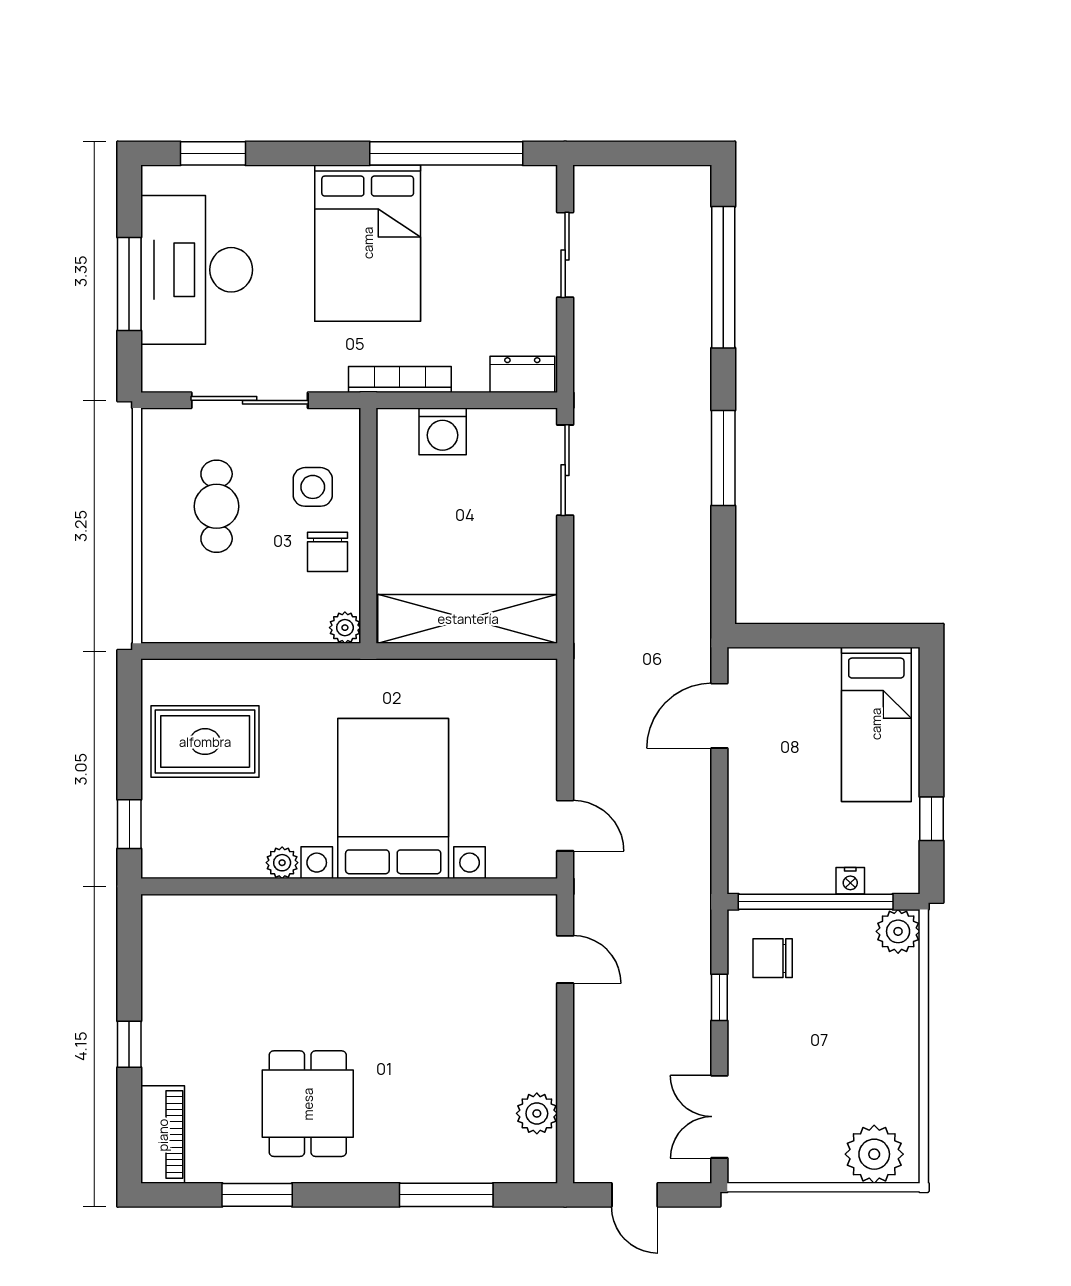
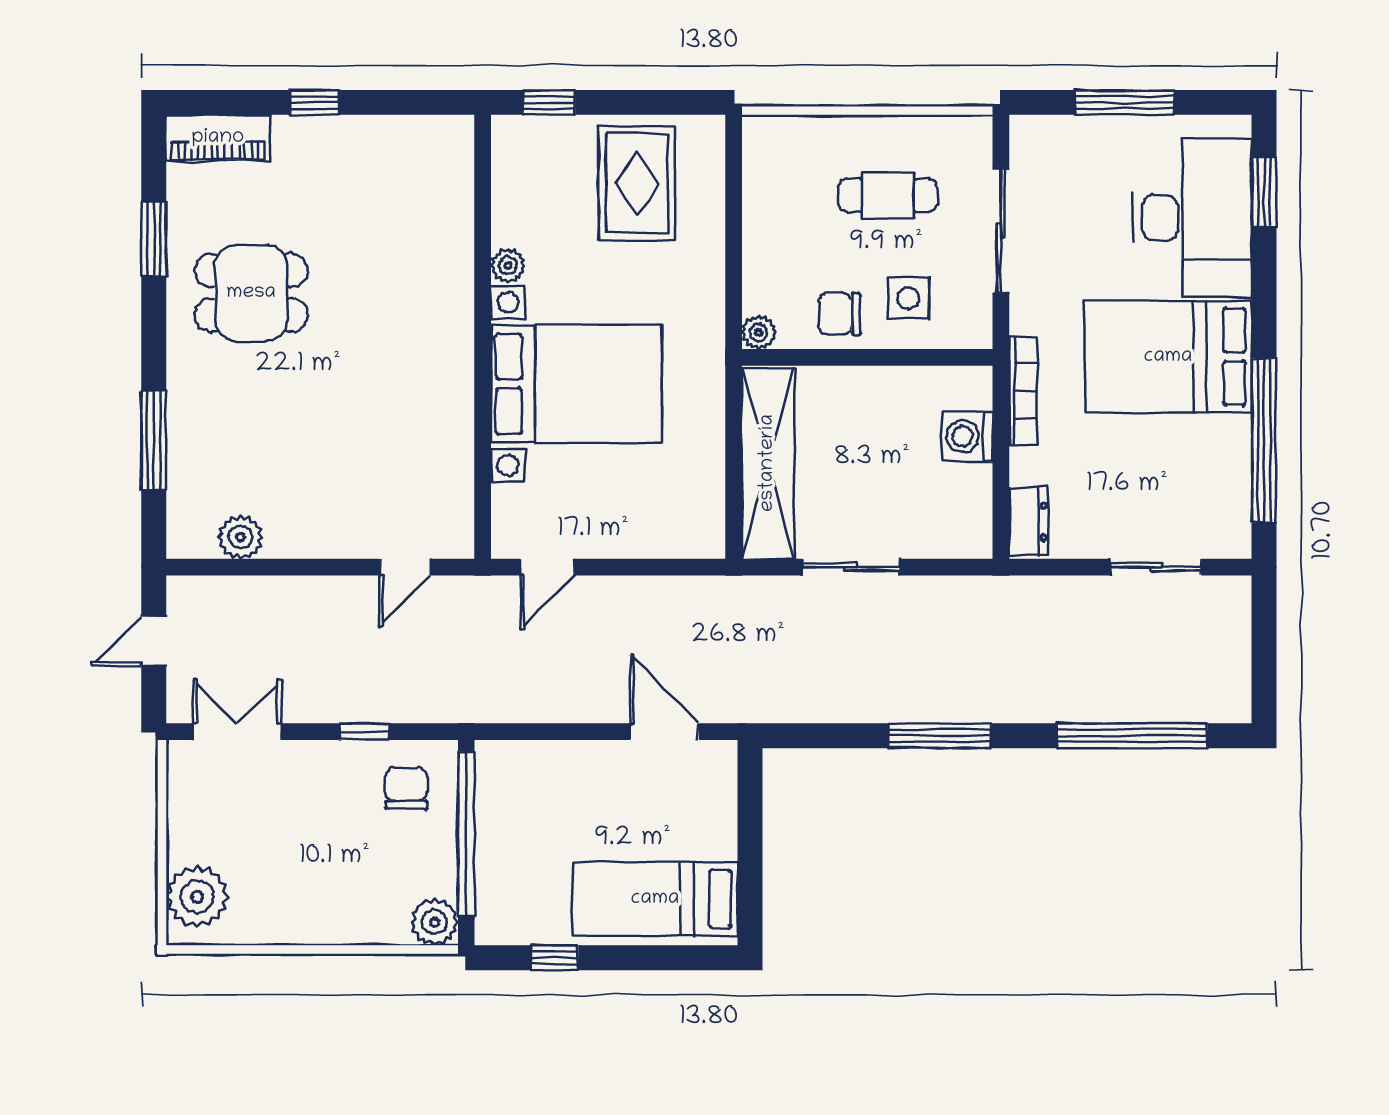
desk: (197, 270) -> (1192, 218), moved, turned 90
sliding door: (565, 470) -> (851, 567), moved
nightstand: (850, 881) -> (489, 871), removed

